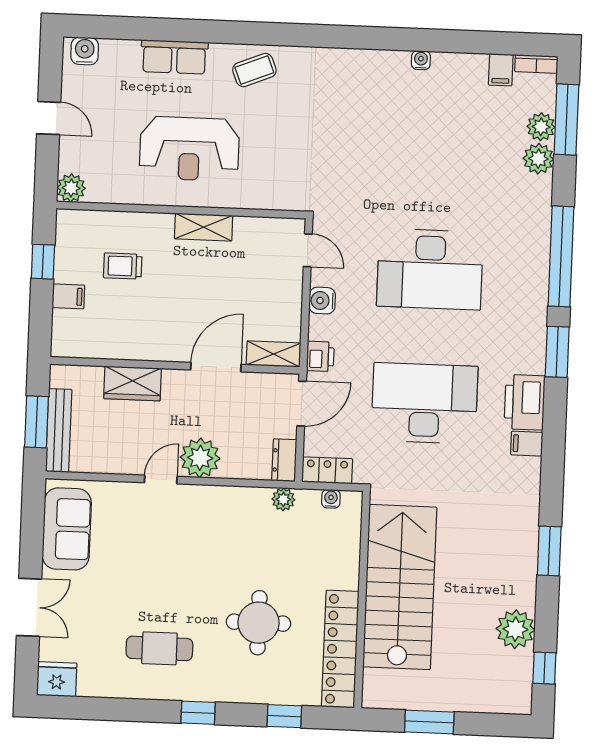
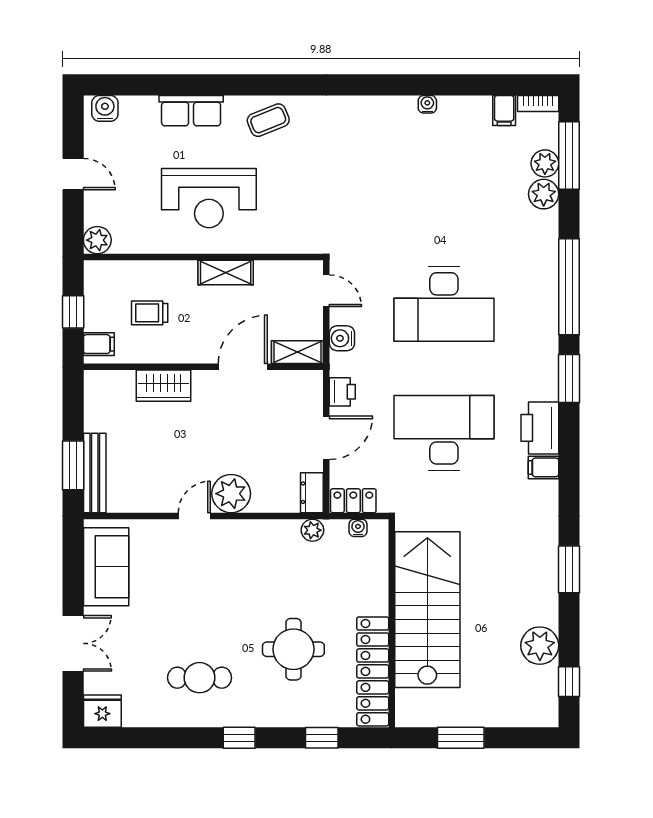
shelving: (273, 354) -> (297, 352), moved
wall: (175, 365) -> (203, 367), moved
door: (216, 367) -> (243, 367), moved
wardrobe: (133, 383) -> (164, 386), moved

